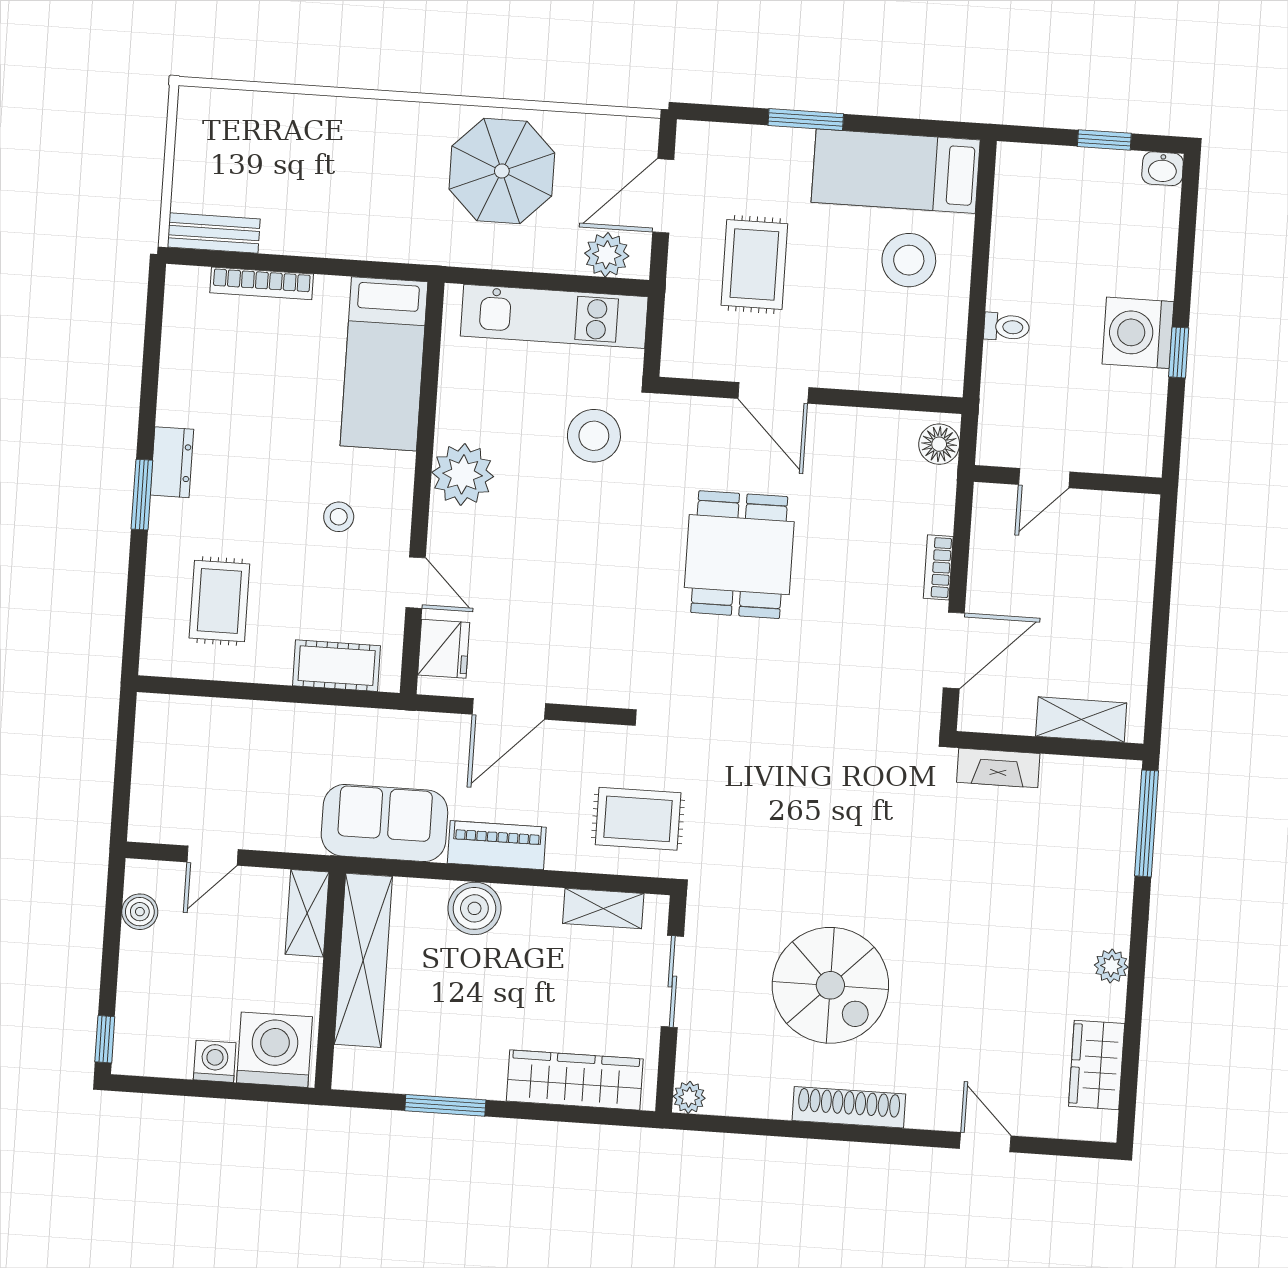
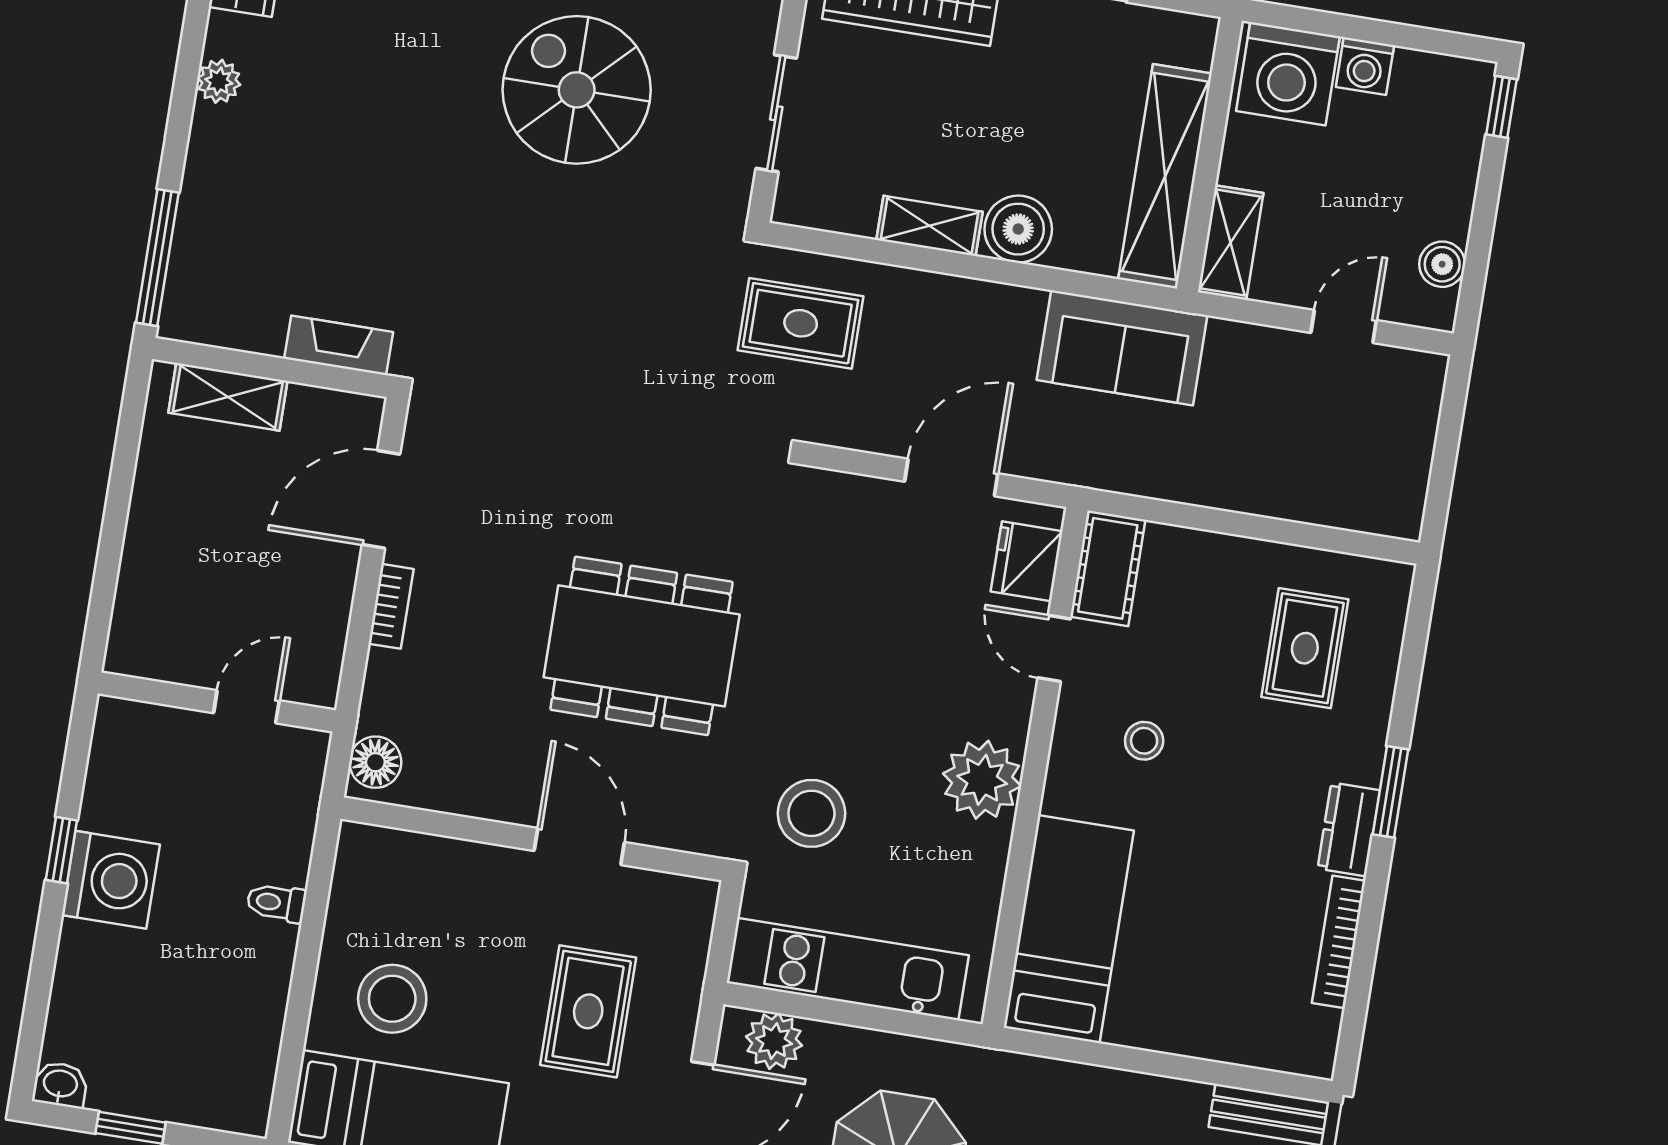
bookcase: (262, 283) -> (1339, 942), moved, turned -90
dining table: (739, 555) -> (642, 646), width x1.38
cot: (337, 666) -> (1108, 568), moved, turned 90
piano: (497, 845) -> (982, 306), removed
shelving: (603, 908) -> (930, 226), moved

